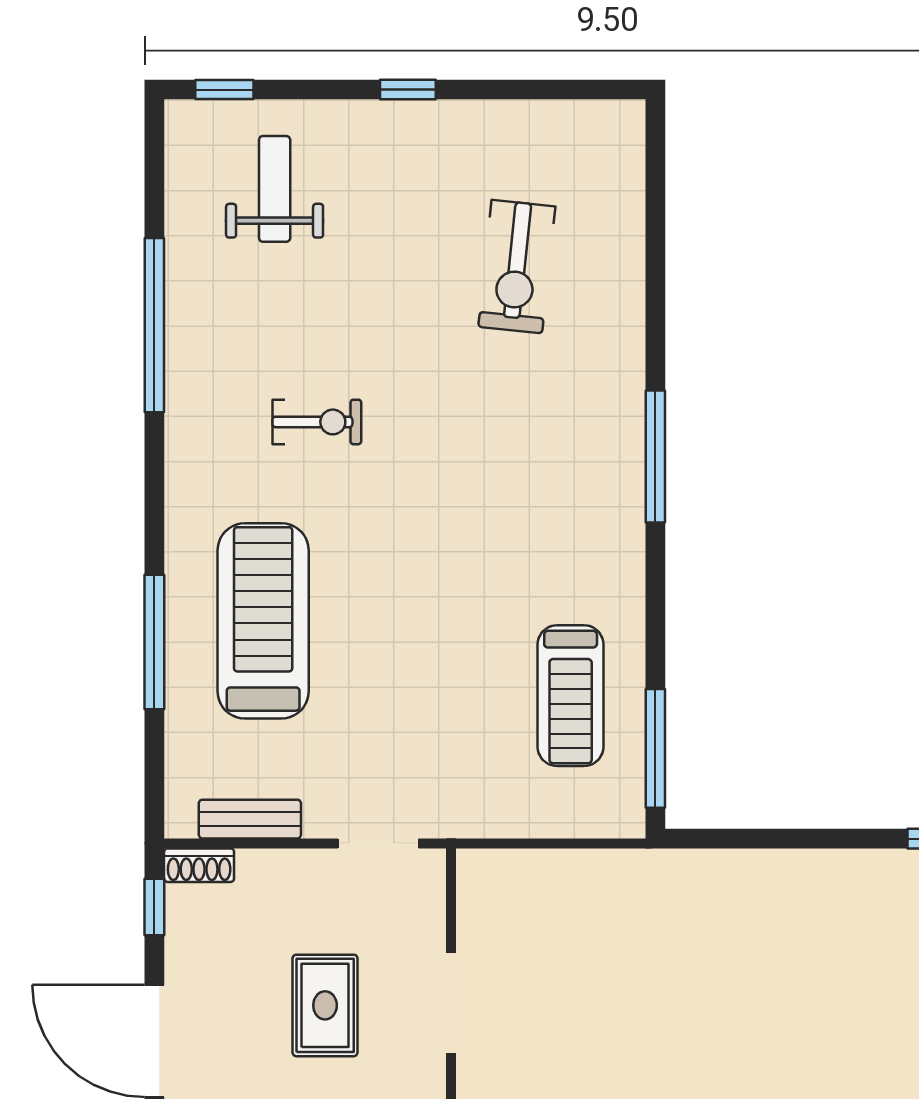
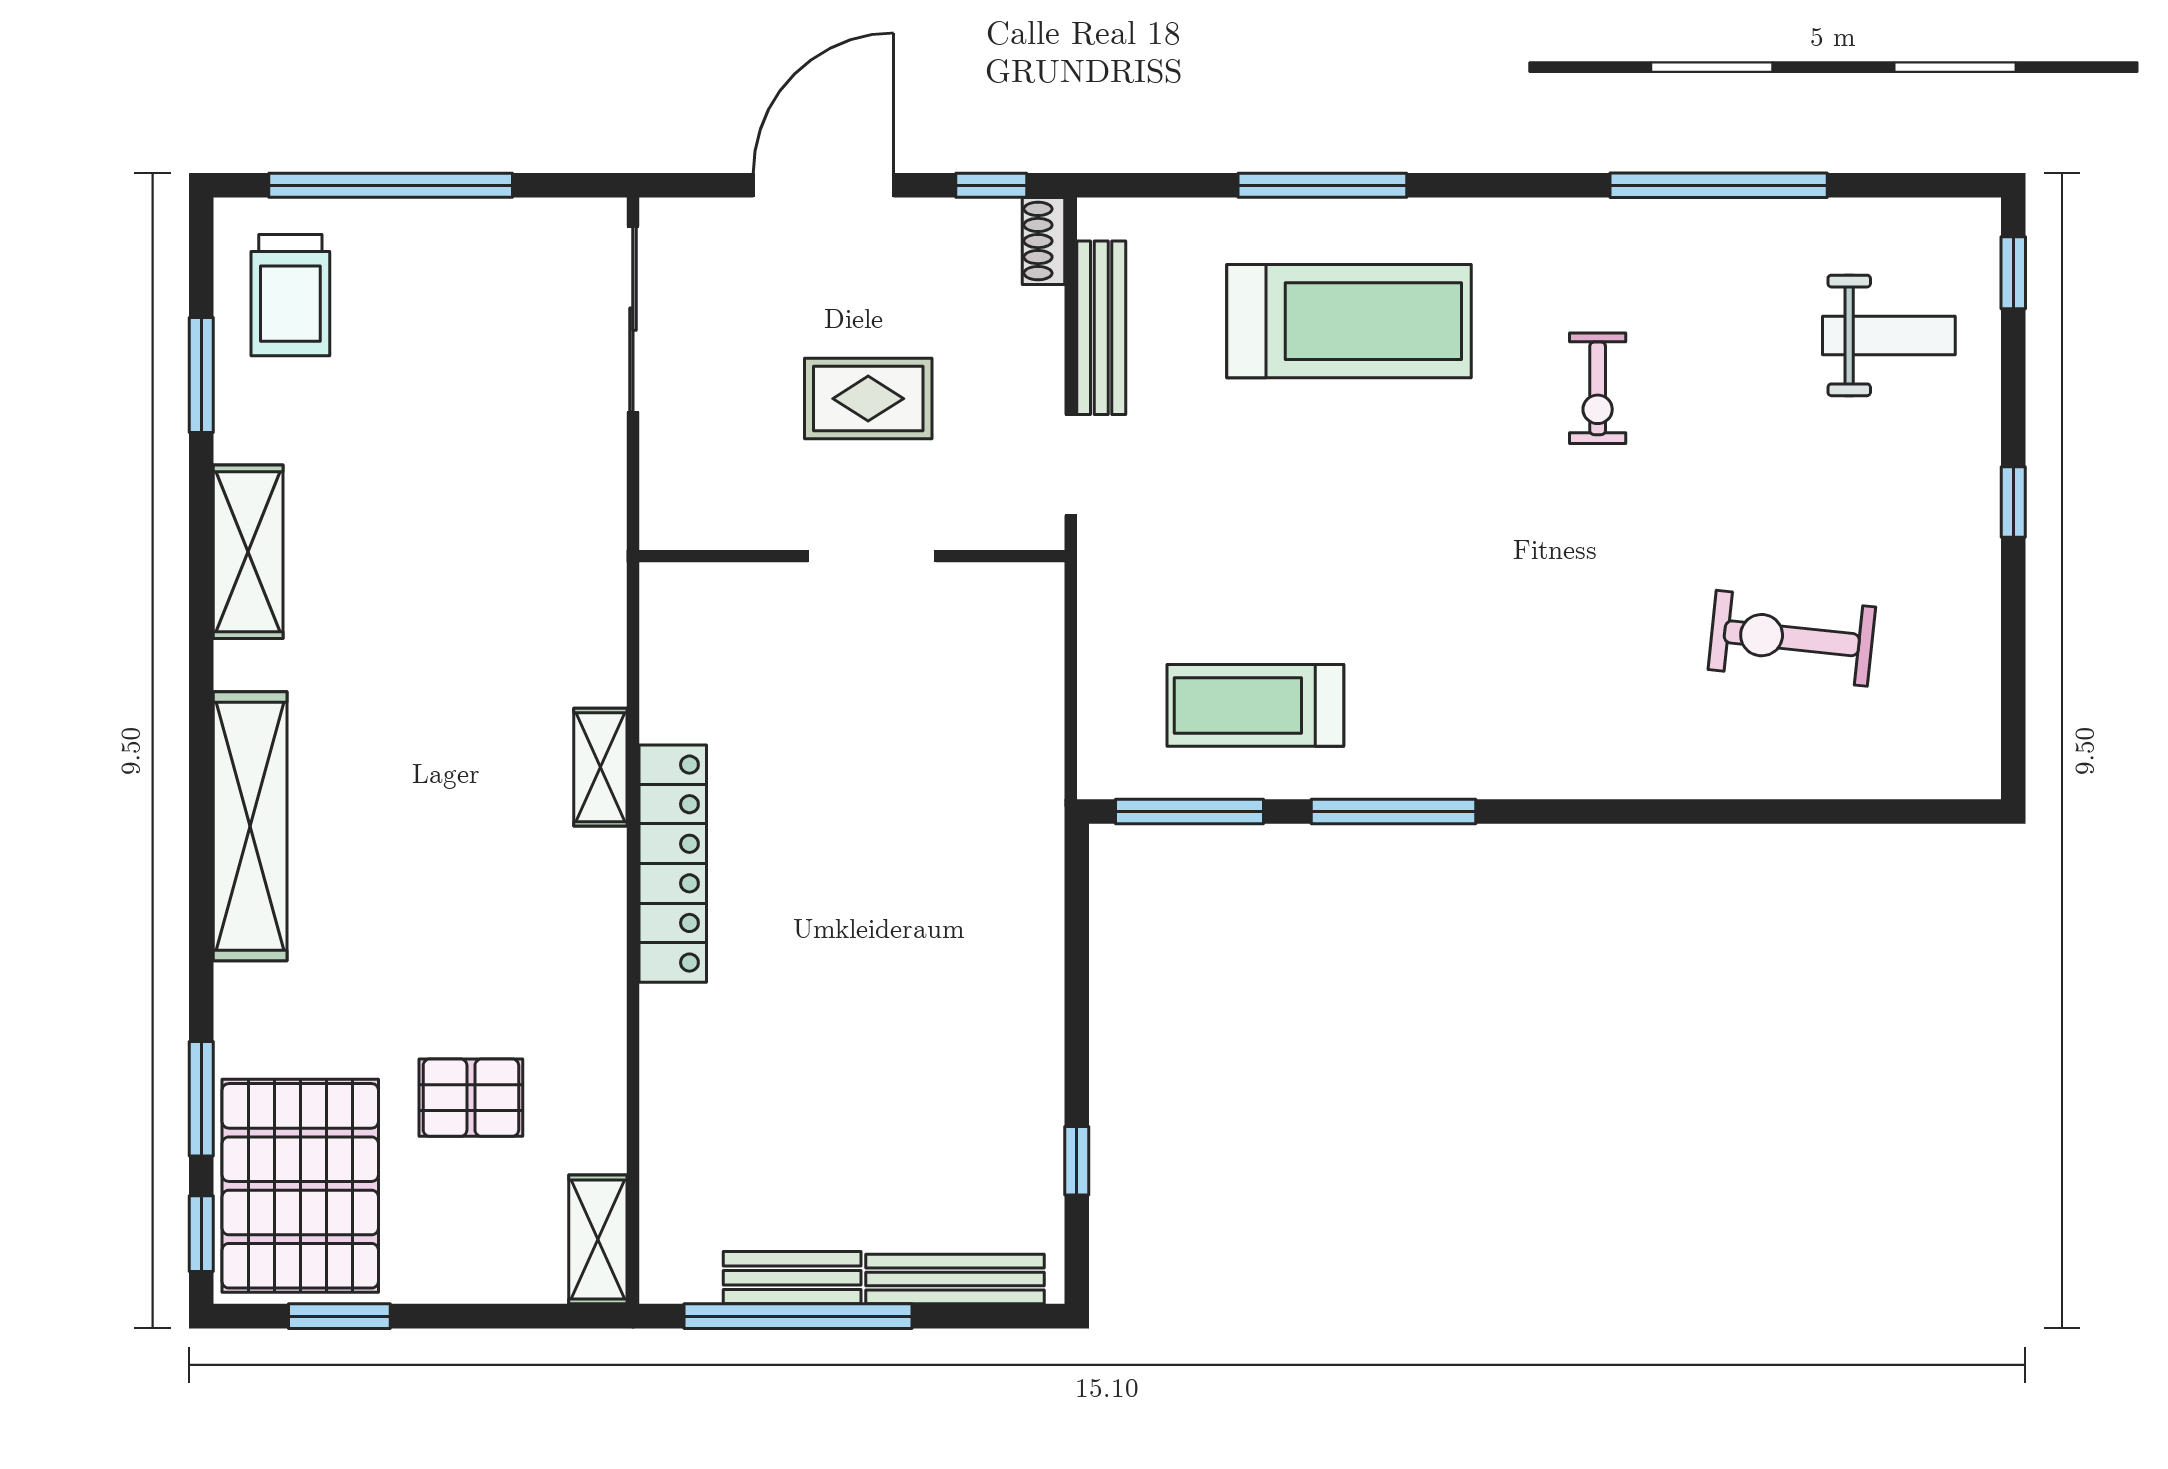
window: (655, 456) -> (1394, 811), moved
bench: (250, 819) -> (1101, 328), width x1.36

